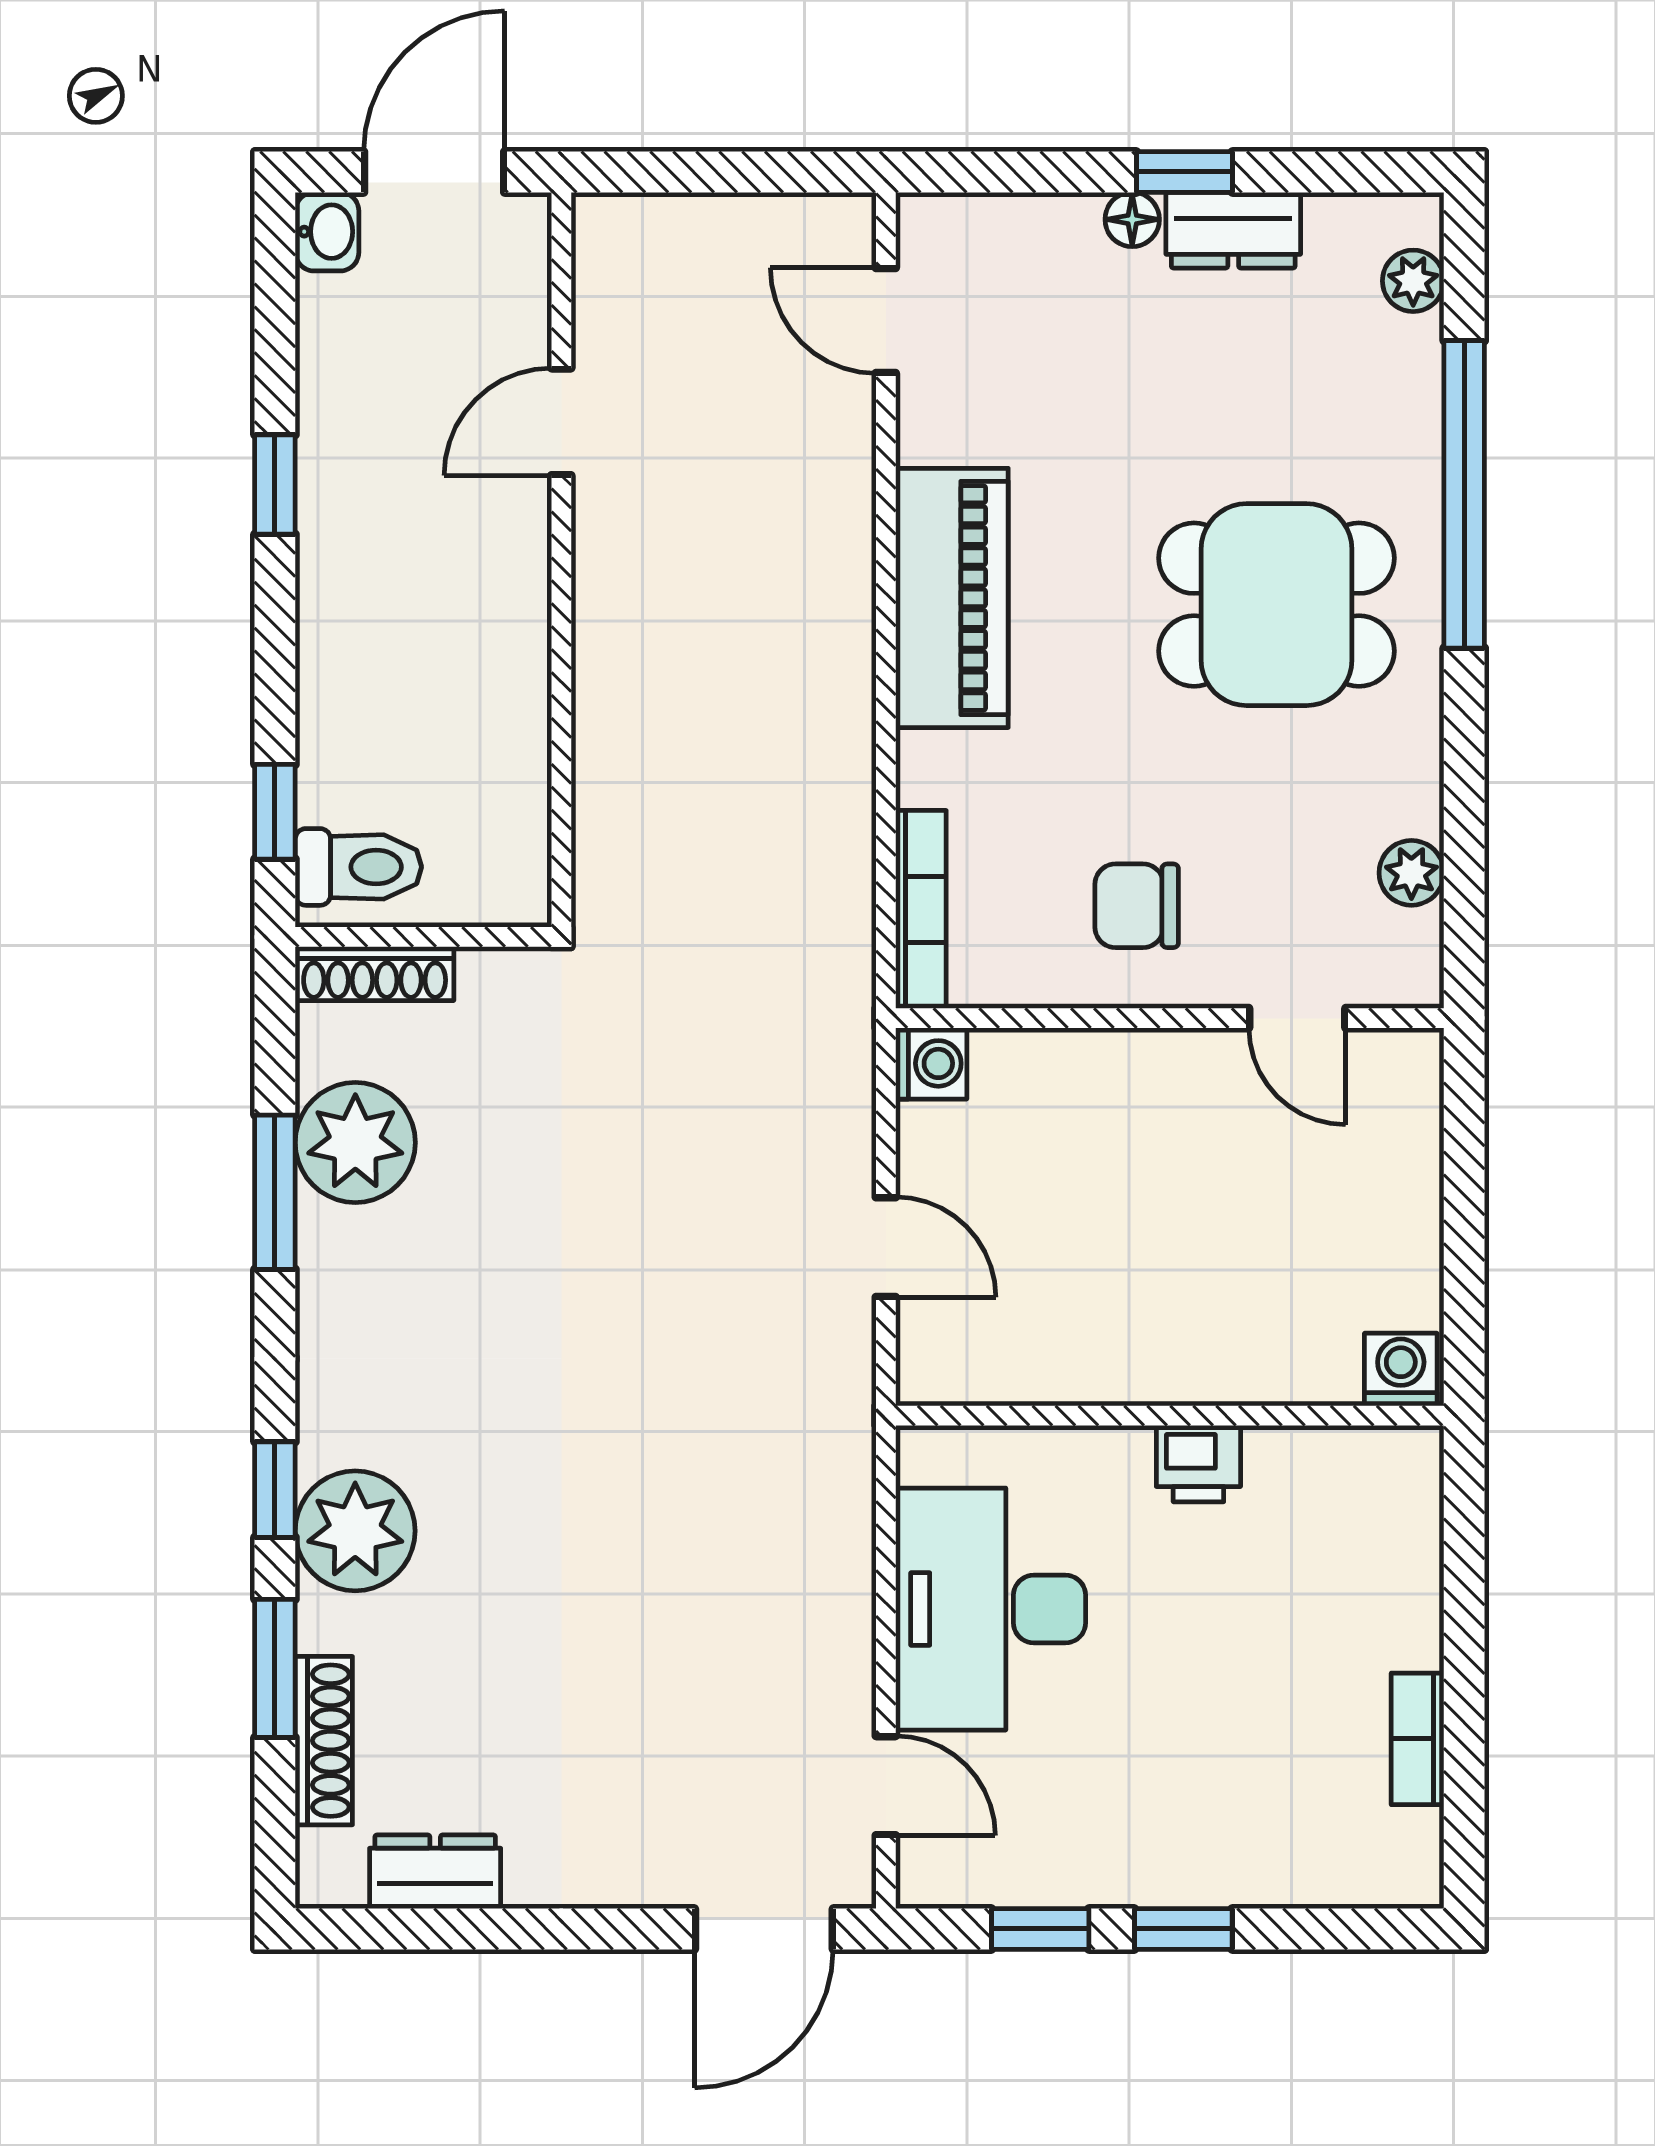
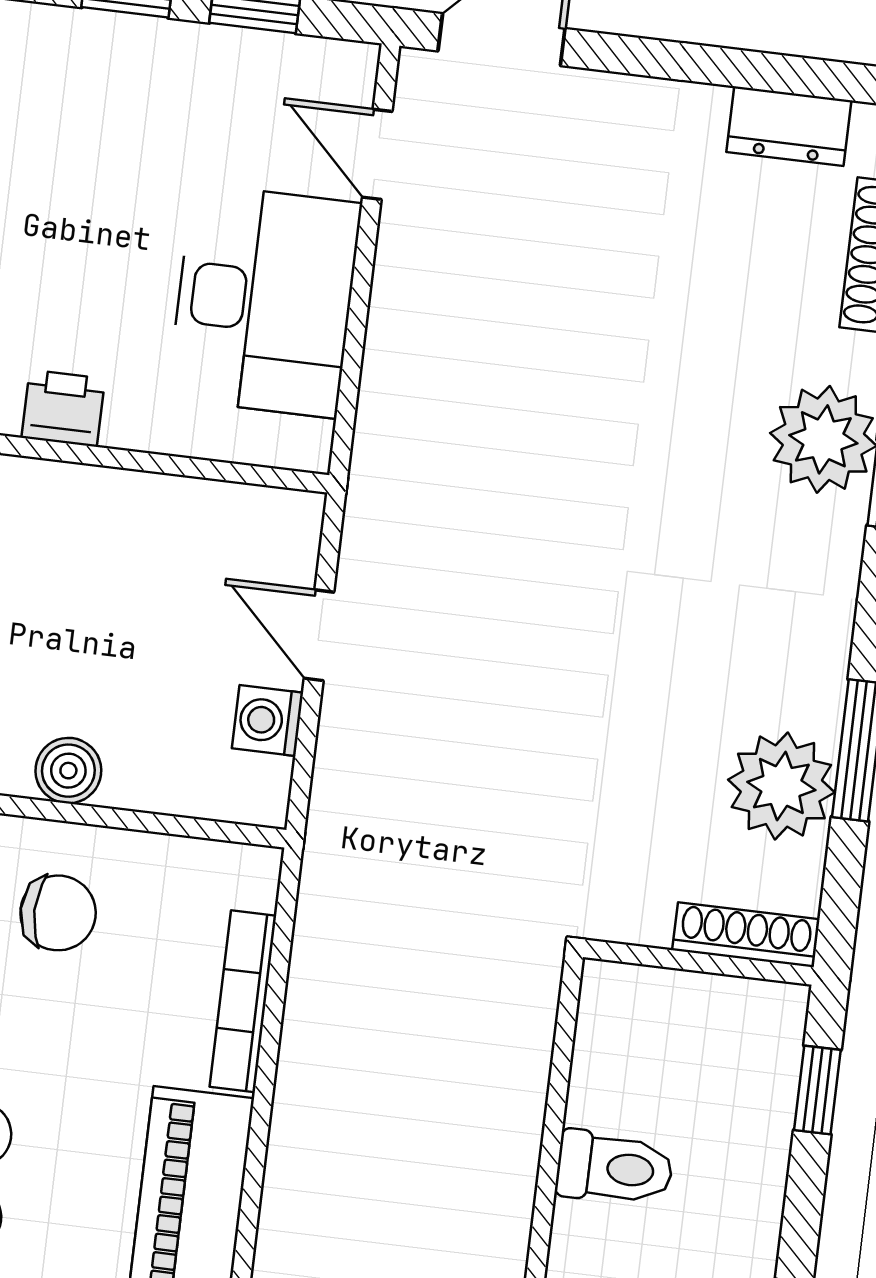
toilet: (358, 867) -> (615, 1168), moved, turned 180
bookcase: (921, 909) -> (243, 1001), moved
washing machine: (931, 1063) -> (268, 721), moved
boiler: (1144, 1064) -> (68, 771), added

